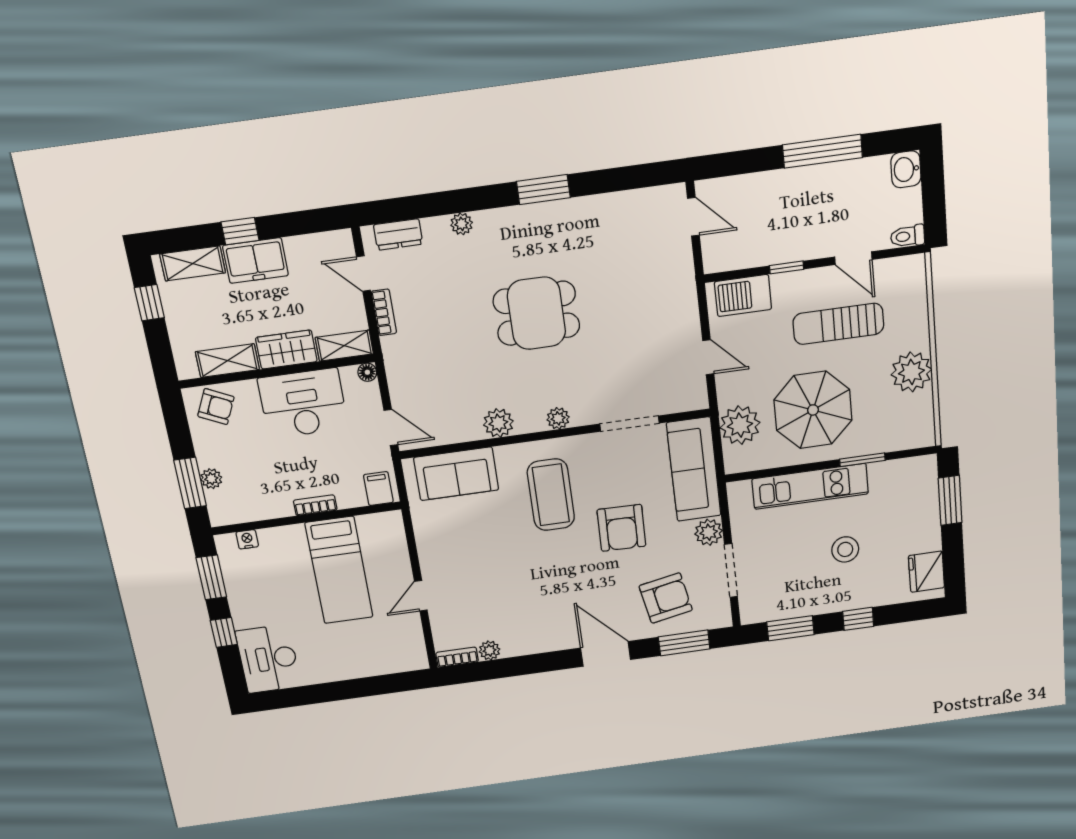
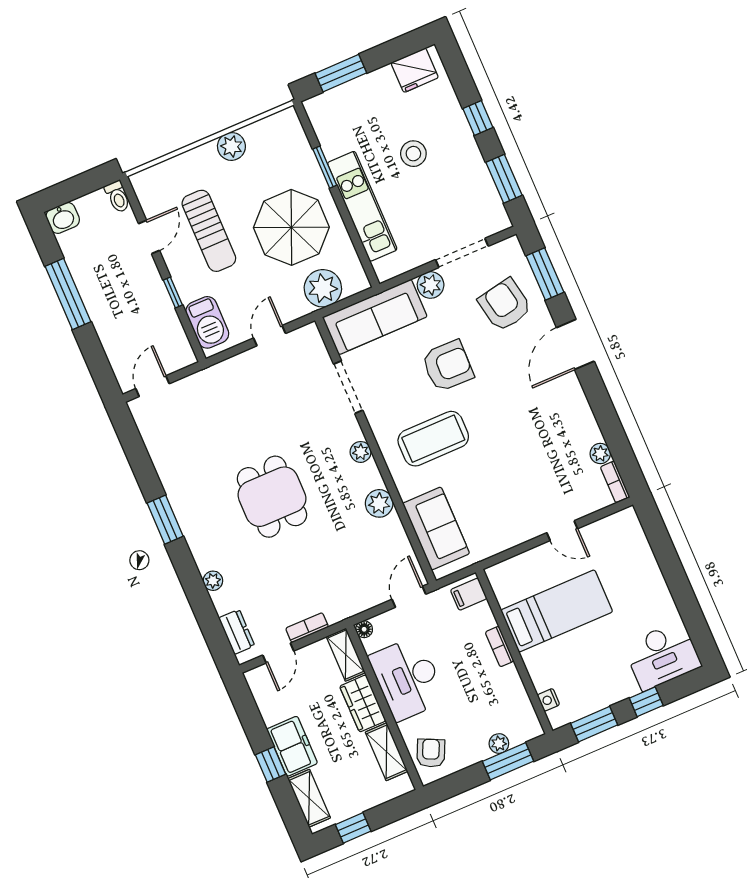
plant: (911, 372) -> (231, 146), width x0.73, depth x0.73

